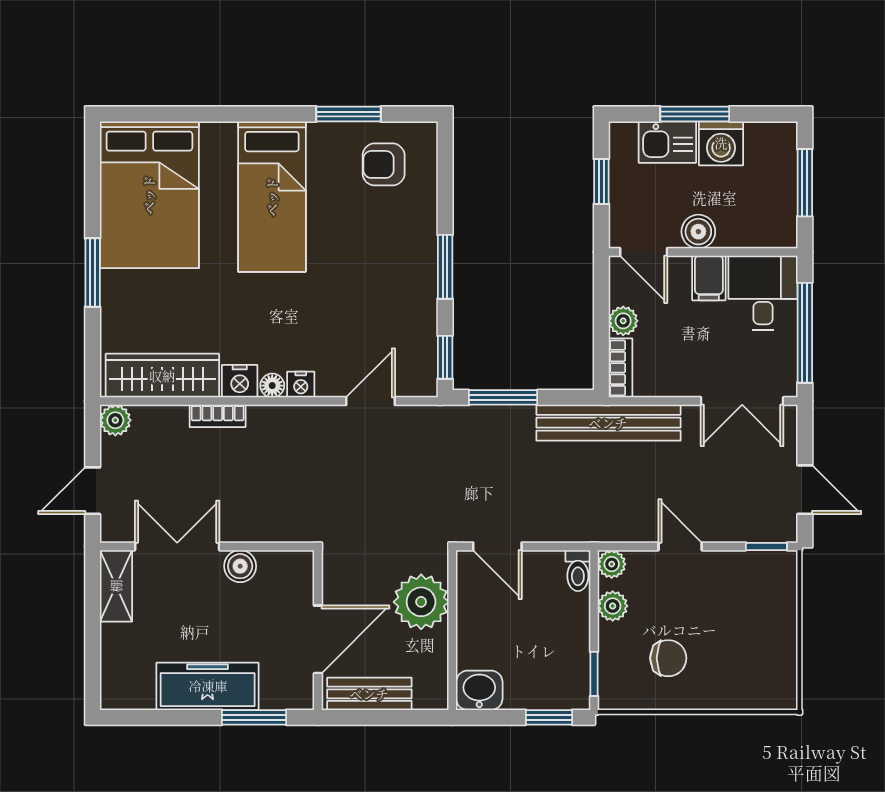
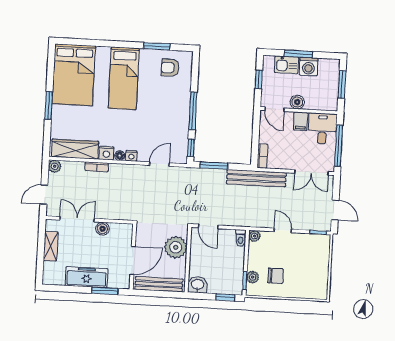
window: (445, 267) -> (193, 111), width x1.44
plant: (623, 321) -> (265, 137), removed
shelving: (116, 586) -> (51, 246), moved
plant: (613, 606) -> (253, 277), moved
bench: (369, 694) -> (159, 284), width x1.36

